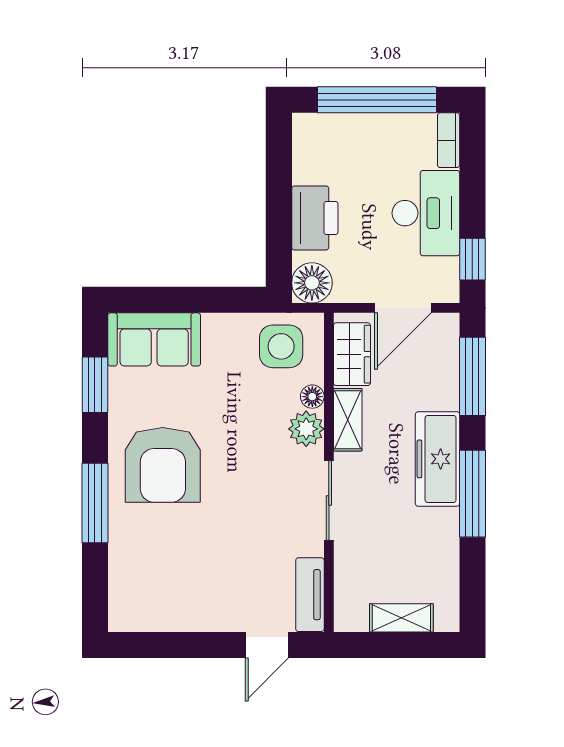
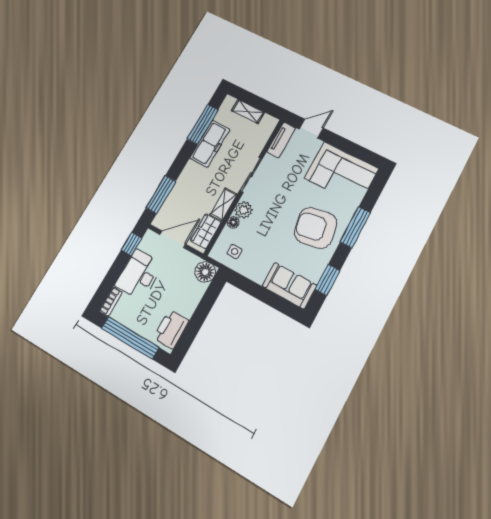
printer: (315, 218) -> (171, 329), moved
side table: (281, 346) -> (234, 251), width x0.54, depth x0.54
freezer: (438, 459) -> (210, 144), moved
armchair: (163, 465) -> (315, 228), turned -100
window: (472, 494) -> (203, 124), moved
corner sofa: (169, 588) -> (341, 173), added

